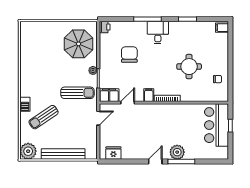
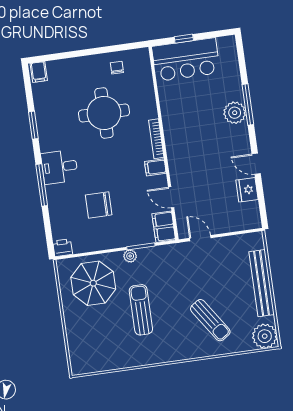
round table: (189, 67) -> (104, 113), width x1.36, depth x1.36
sun lounger: (77, 93) -> (141, 310), moved
barbecue: (25, 104) -> (195, 351), removed
fridge: (113, 153) -> (247, 190), moved
door: (155, 162) -> (256, 164), moved

